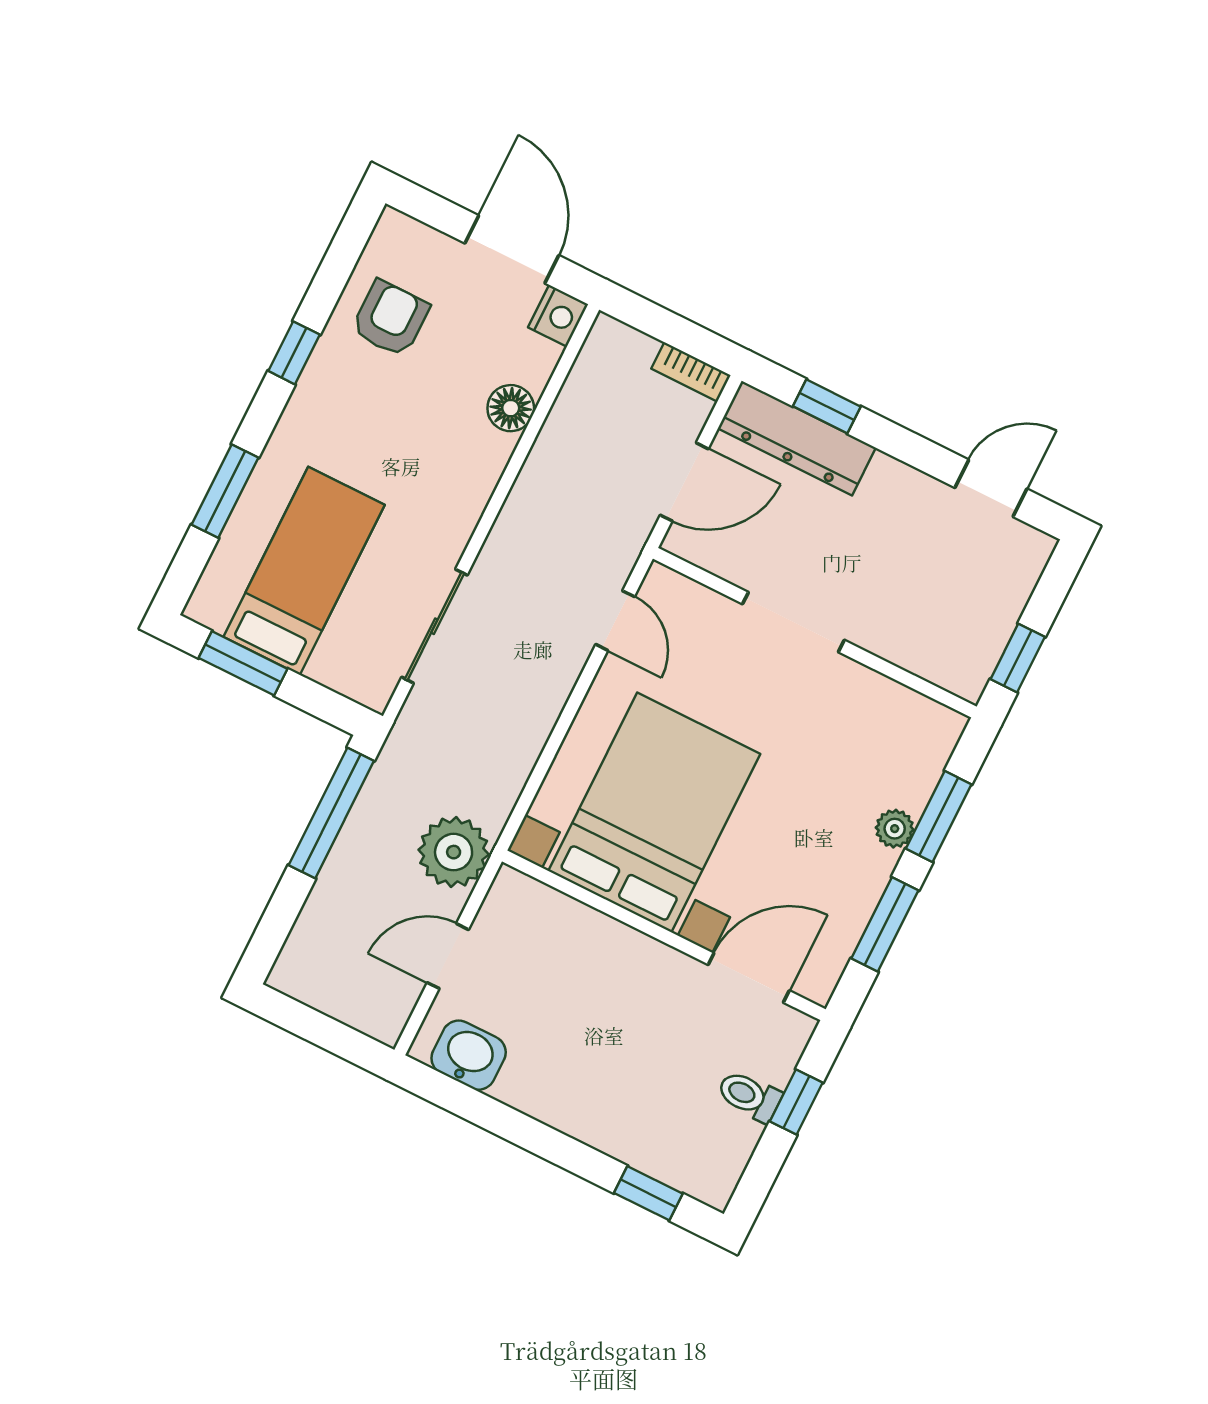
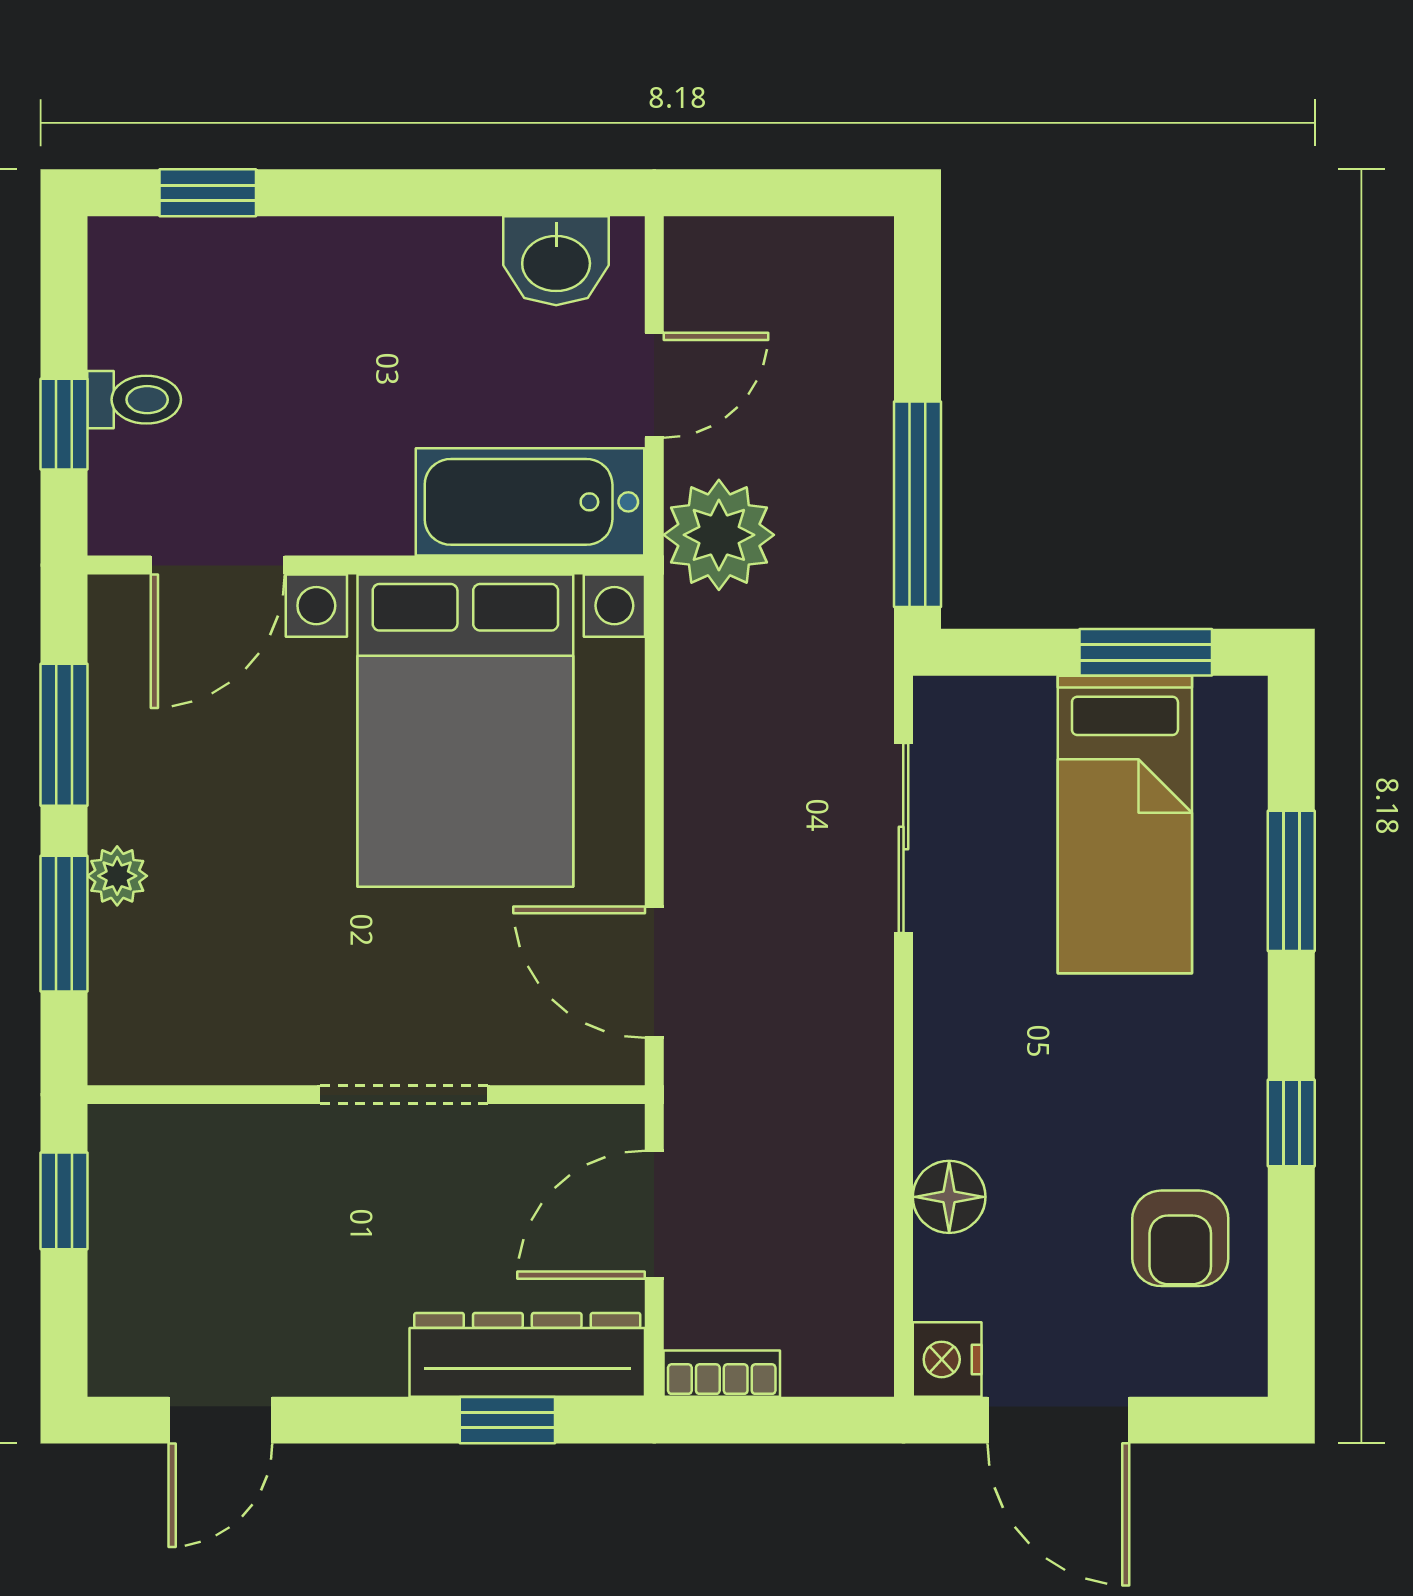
door: (615, 621) -> (654, 972), width x1.38
bathtub: (552, 925) -> (530, 502), added

